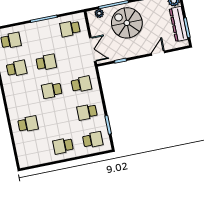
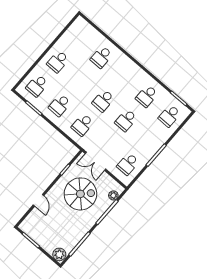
spiral stairs: (127, 23) -> (80, 194), moved
dresser: (179, 24) -> (40, 238), removed
school desk: (70, 29) -> (128, 164), turned 180
school desk: (52, 90) -> (103, 101), turned 180
school desk: (87, 112) -> (60, 105), turned 180
school desk: (63, 146) -> (58, 62), turned 180

